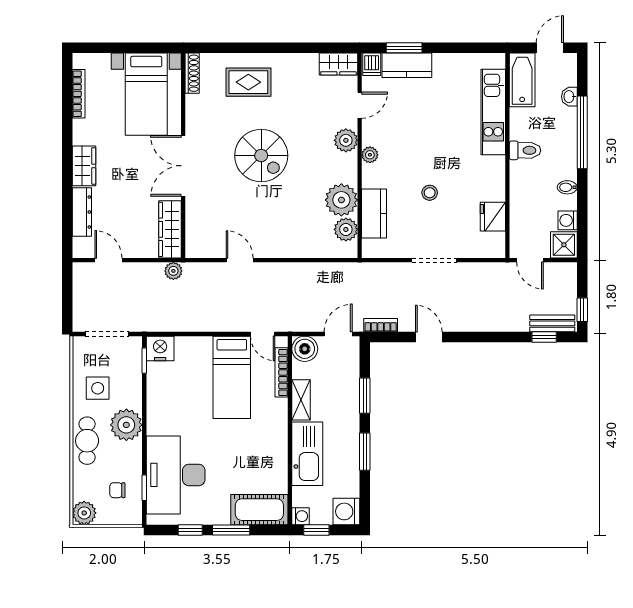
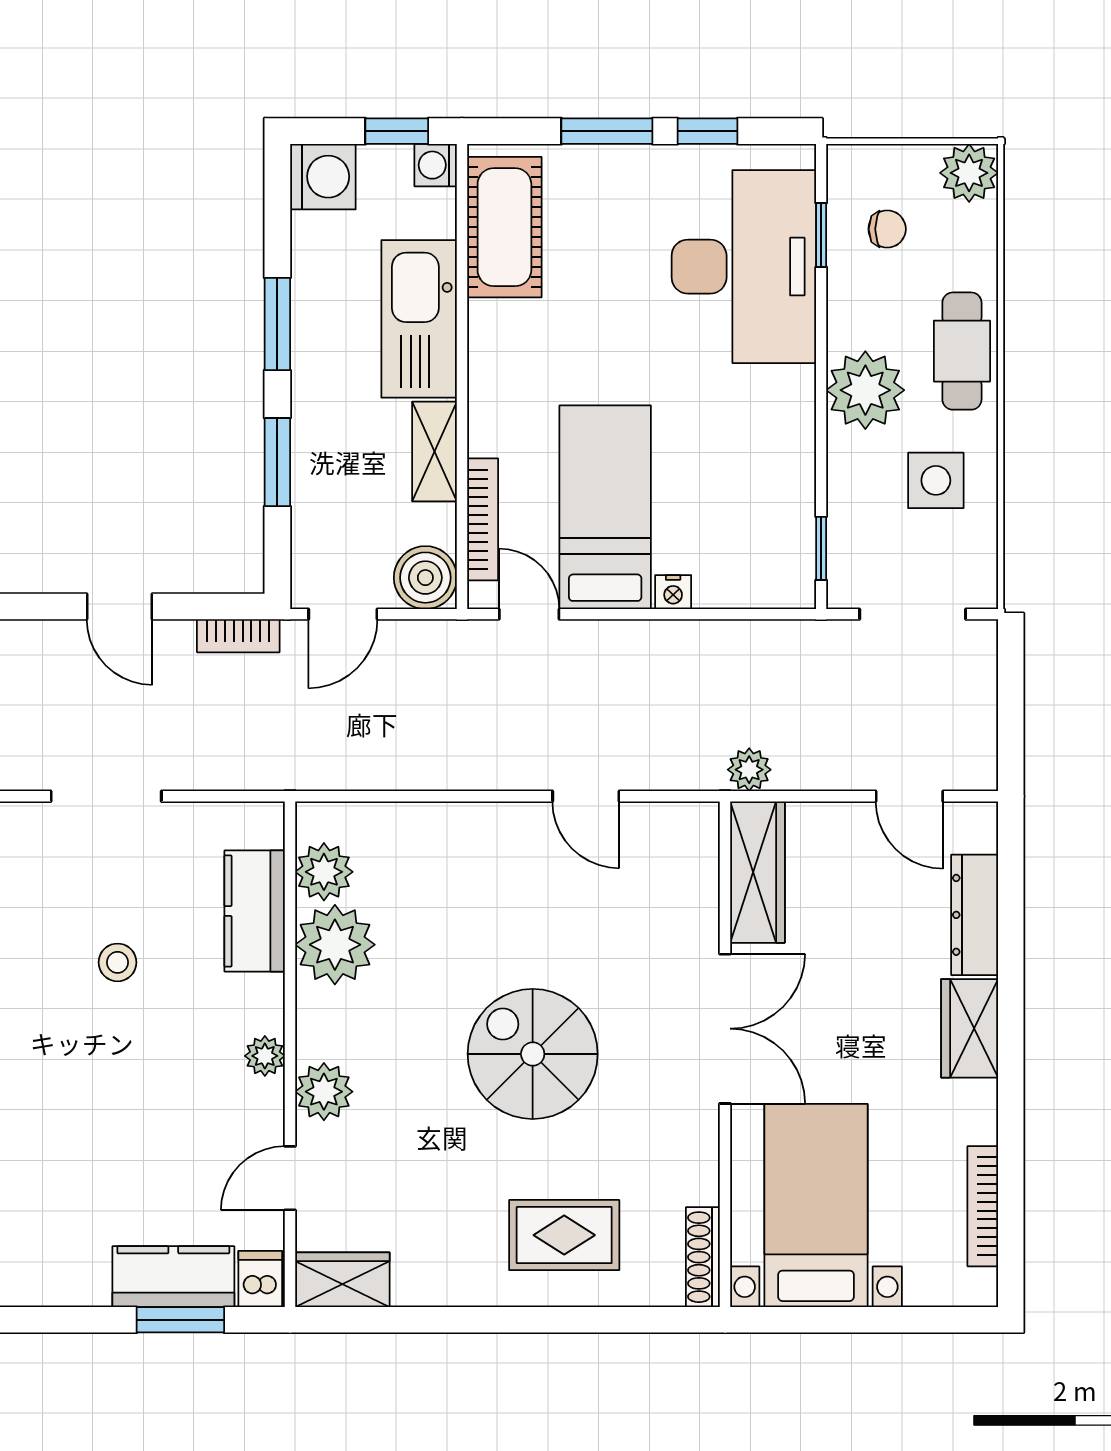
nightstand: (160, 348) -> (673, 592), moved, width x0.53, depth x0.56
cot: (259, 510) -> (504, 227), moved, turned 90

